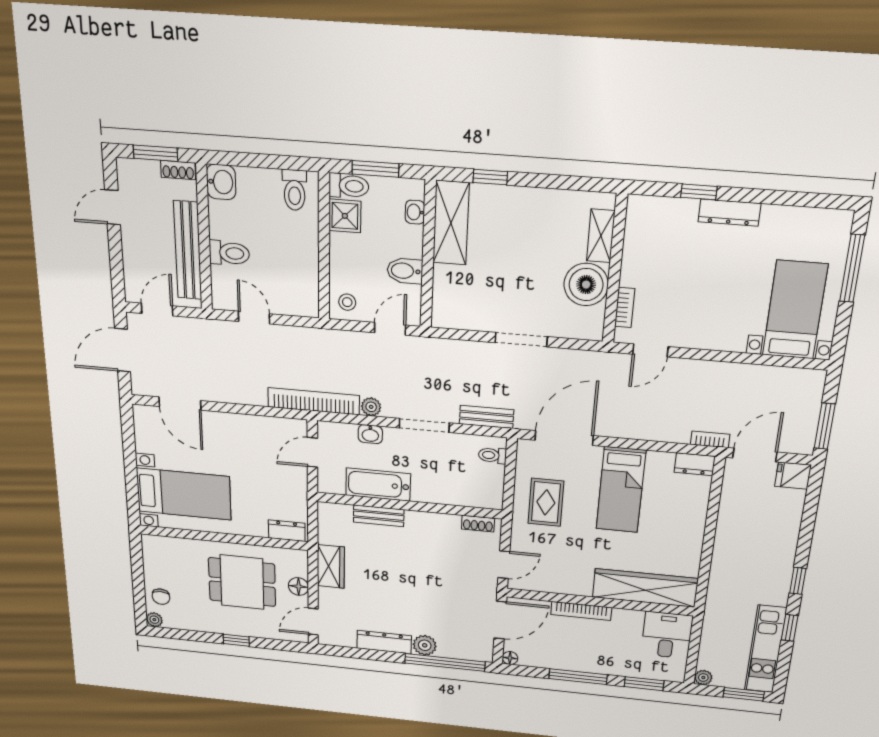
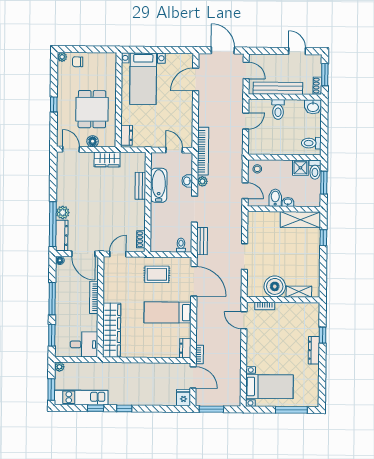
washbasin: (415, 212) -> (288, 202), moved
door: (504, 565) -> (118, 254), swing flipped
dresser: (384, 642) -> (62, 235), moved

